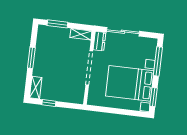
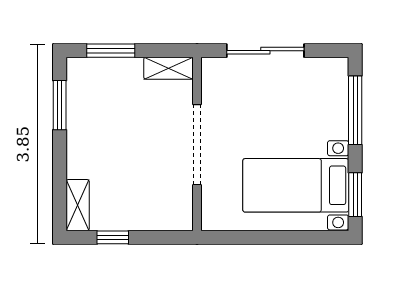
dresser: (99, 41) -> (213, 79), removed
window: (31, 58) -> (60, 105), moved
bed with nightstands: (130, 83) -> (296, 185), width x0.73

